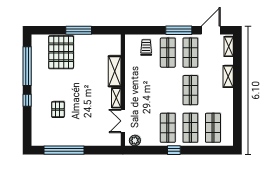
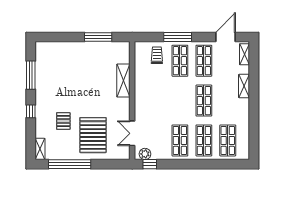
window: (79, 30) -> (98, 37), moved
window: (179, 30) -> (178, 37), moved
pallet: (61, 52) -> (93, 135), moved
window: (27, 66) -> (31, 75), width x0.68
shelving: (116, 98) -> (40, 149), moved
window: (174, 150) -> (150, 164), moved

